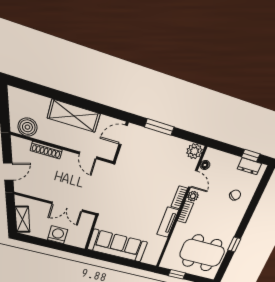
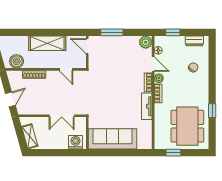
door: (123, 135) -> (87, 46), hinge flipped
window: (251, 156) -> (173, 32), moved
washing machine: (58, 235) -> (76, 142), moved
dining table: (202, 253) -> (187, 126), turned 90

